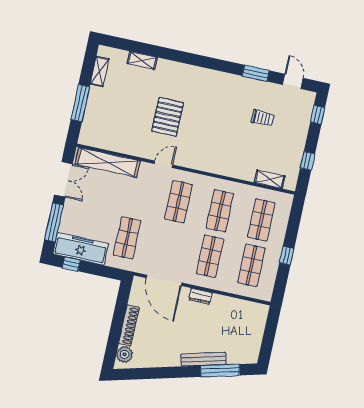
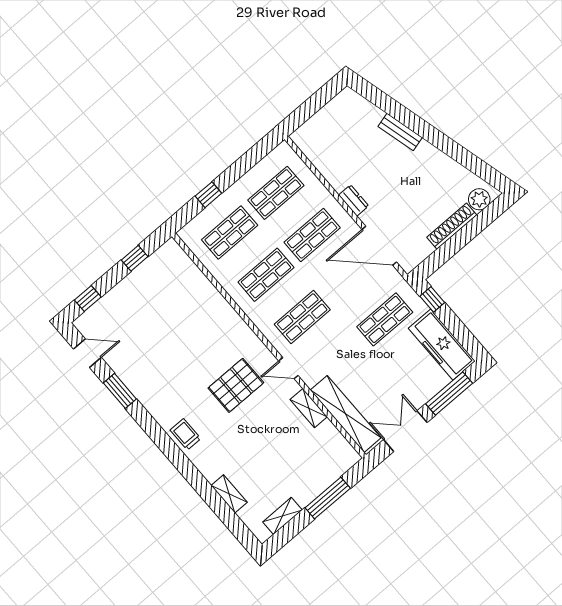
door: (293, 81) -> (87, 353), swing flipped
pallet: (168, 117) -> (236, 385), moved
trolley: (263, 118) -> (185, 434), moved
shelving: (270, 179) -> (309, 408), moved
window: (287, 256) -> (208, 195), moved
window: (71, 264) -> (432, 299), moved
door: (164, 280) -> (379, 246), swing flipped
bench: (203, 359) -> (400, 132), width x0.73
window: (220, 370) -> (392, 107), removed

